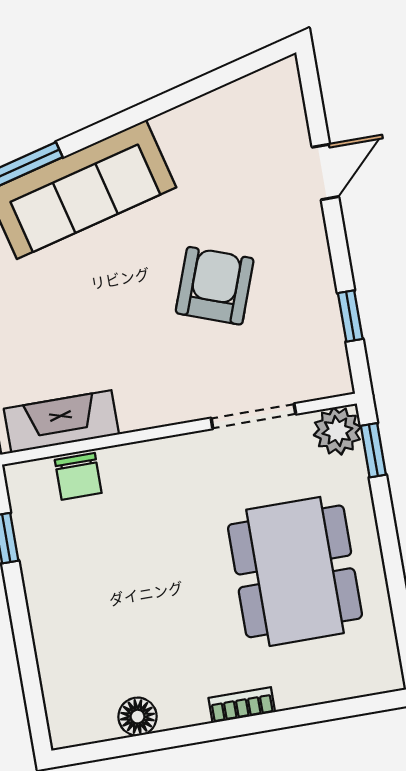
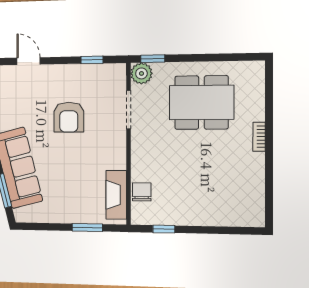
armchair: (215, 286) -> (69, 117), turned -110
chair: (78, 476) -> (142, 192), turned -90
floor lamp: (137, 717) -> (256, 185), removed

